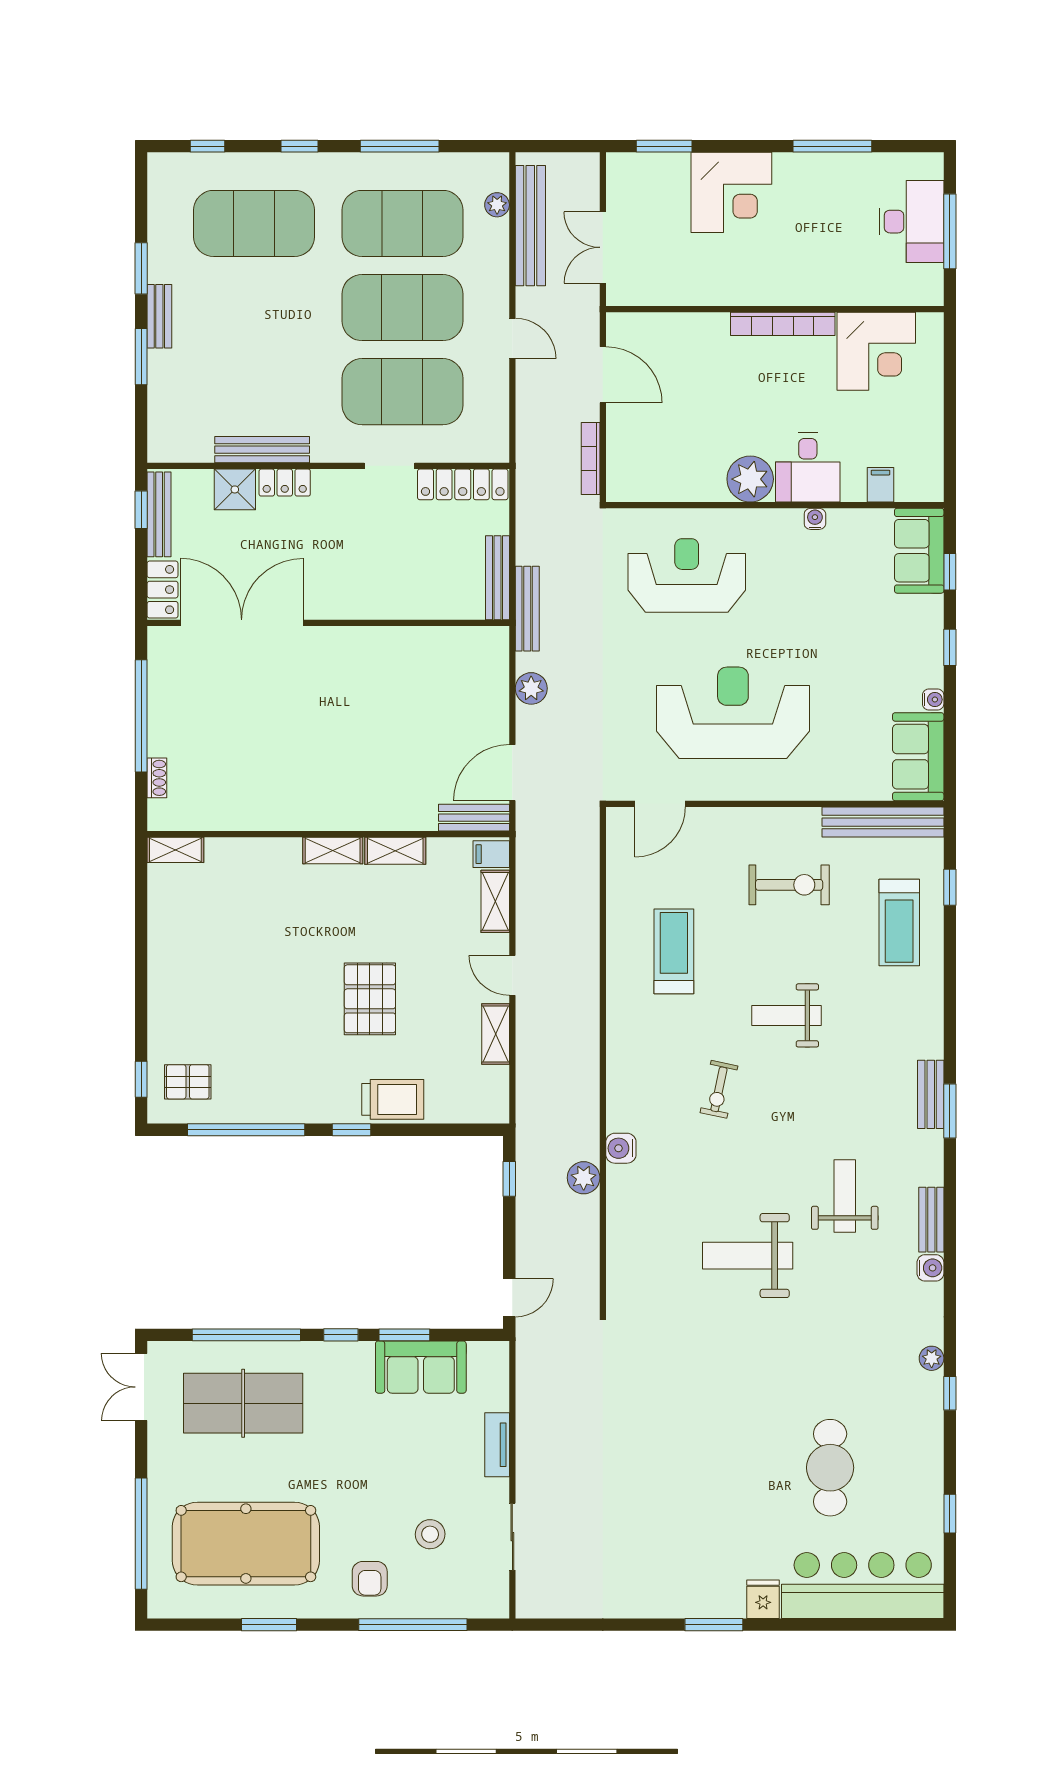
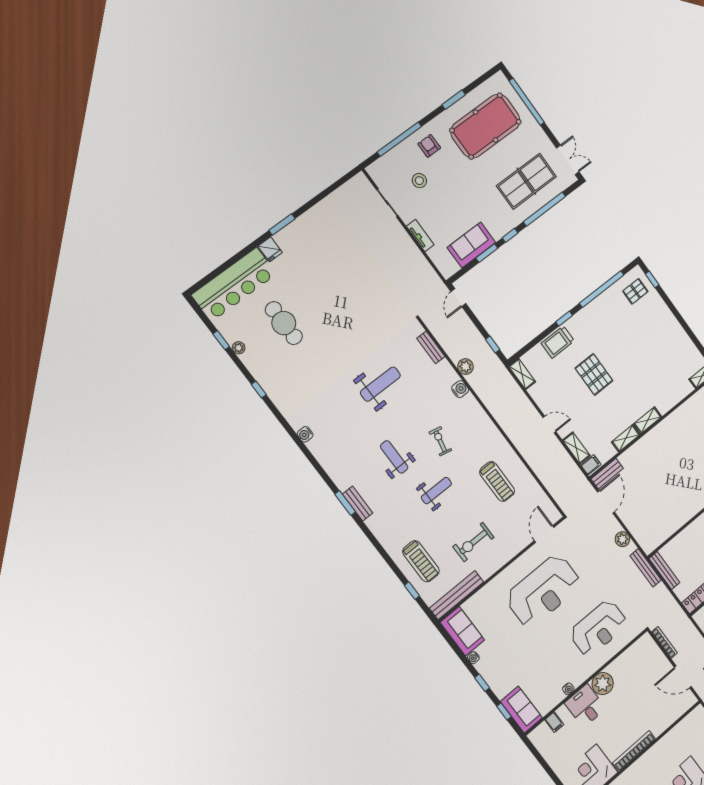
treadmill: (899, 922) -> (421, 561), turned 180
shelving: (496, 1034) -> (522, 374), moved
weight bench: (845, 1196) -> (394, 457), moved, turned 180
bench: (931, 1220) -> (431, 347), moved
plant: (932, 1358) -> (239, 348), moved

